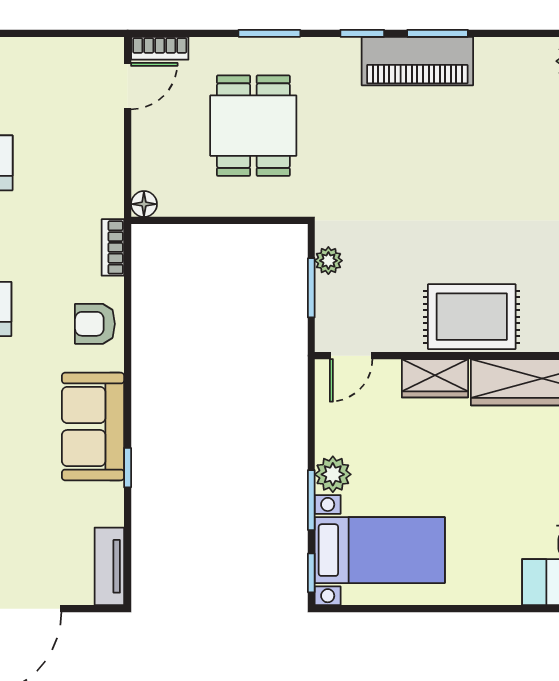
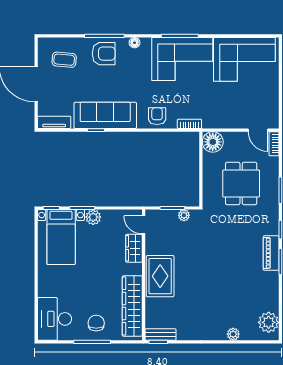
piano: (417, 61) -> (271, 253), width x0.73, depth x0.75
dining table: (253, 126) -> (241, 183), turned 90
floor lamp: (144, 204) -> (213, 142), width x1.89, depth x1.89
wardrobe: (435, 378) -> (134, 248), moved
sofa: (93, 427) -> (105, 115), width x1.36

